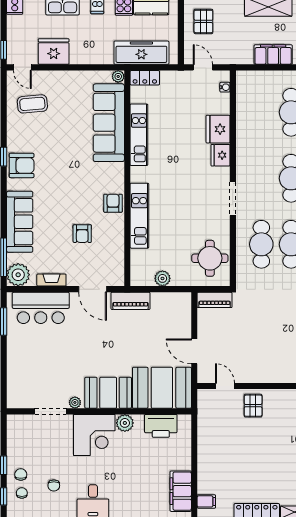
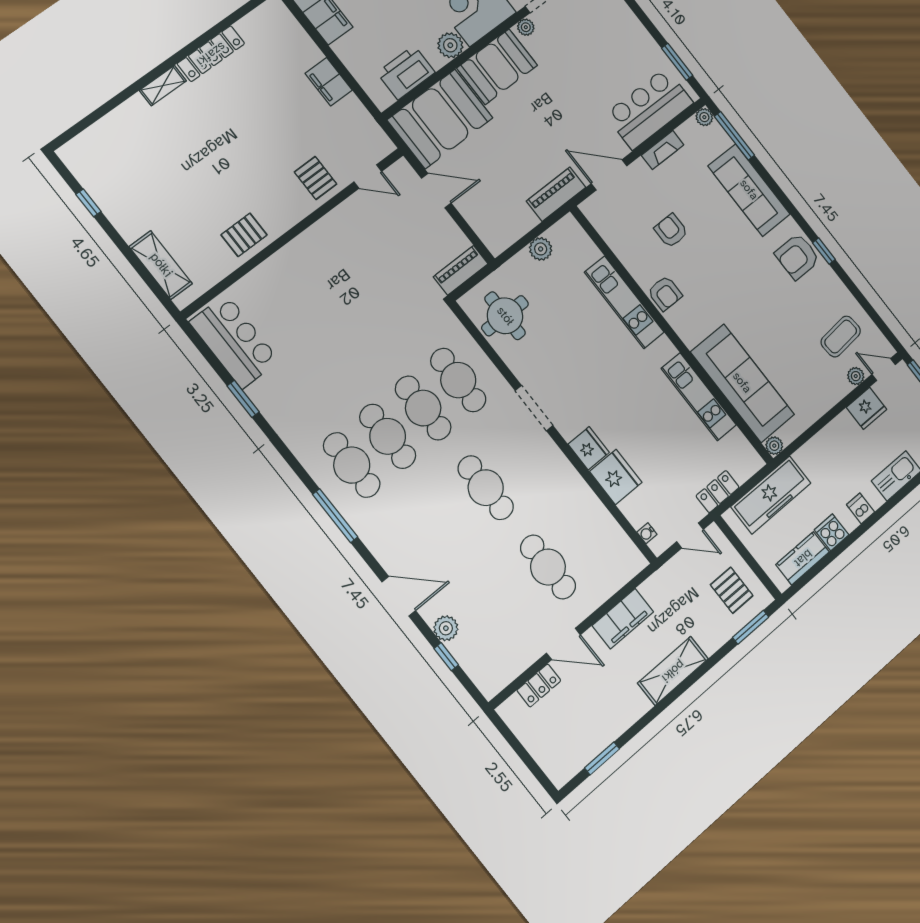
fridge: (54, 51) -> (867, 408), width x0.73, depth x0.75
plant: (41, 76) -> (856, 376), added
locker: (145, 78) -> (718, 492), moved
plant: (18, 275) -> (704, 117), width x0.53, depth x0.53
filing cabinet: (206, 501) -> (329, 82), moved, width x2.00

